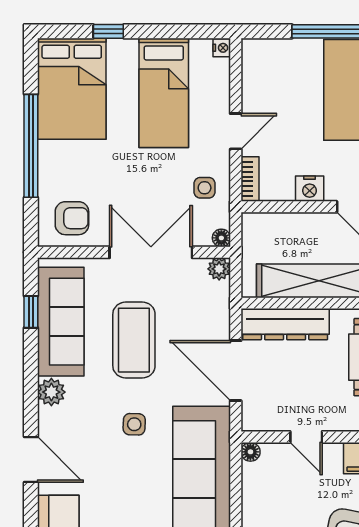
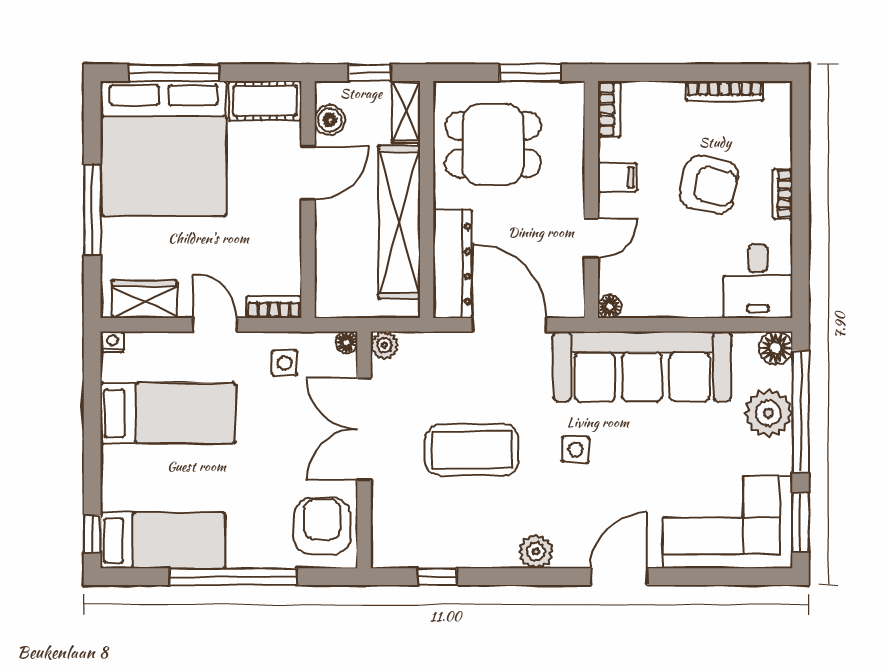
window: (108, 31) -> (92, 534), moved
wardrobe: (256, 74) -> (144, 299), added
bed: (72, 89) -> (163, 540), width x0.67
nightstand: (310, 189) -> (286, 234), removed
armchair: (72, 218) -> (322, 526), width x1.38, depth x1.38
sofa: (61, 322) -> (449, 540), removed
door: (236, 371) -> (510, 325), swing flipped

